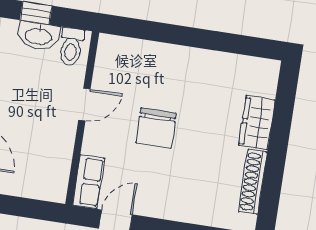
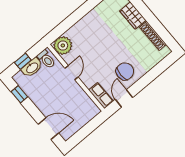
plant: (115, 54) -> (63, 45), added
chair: (156, 128) -> (125, 71), moved, turned -90

